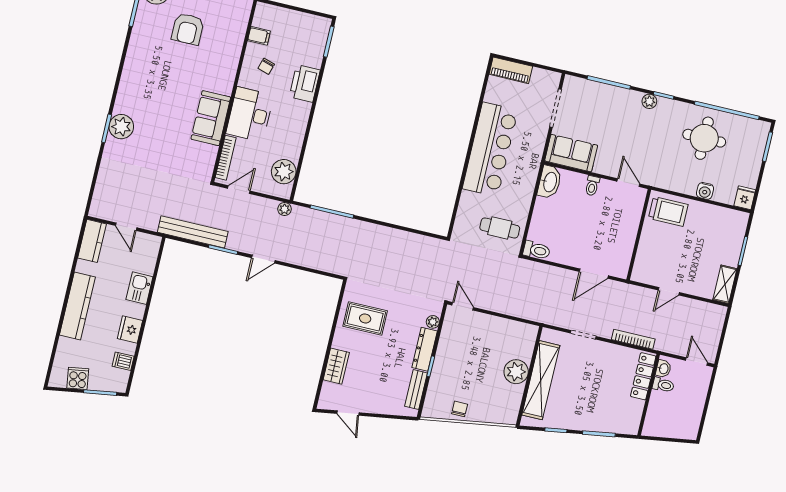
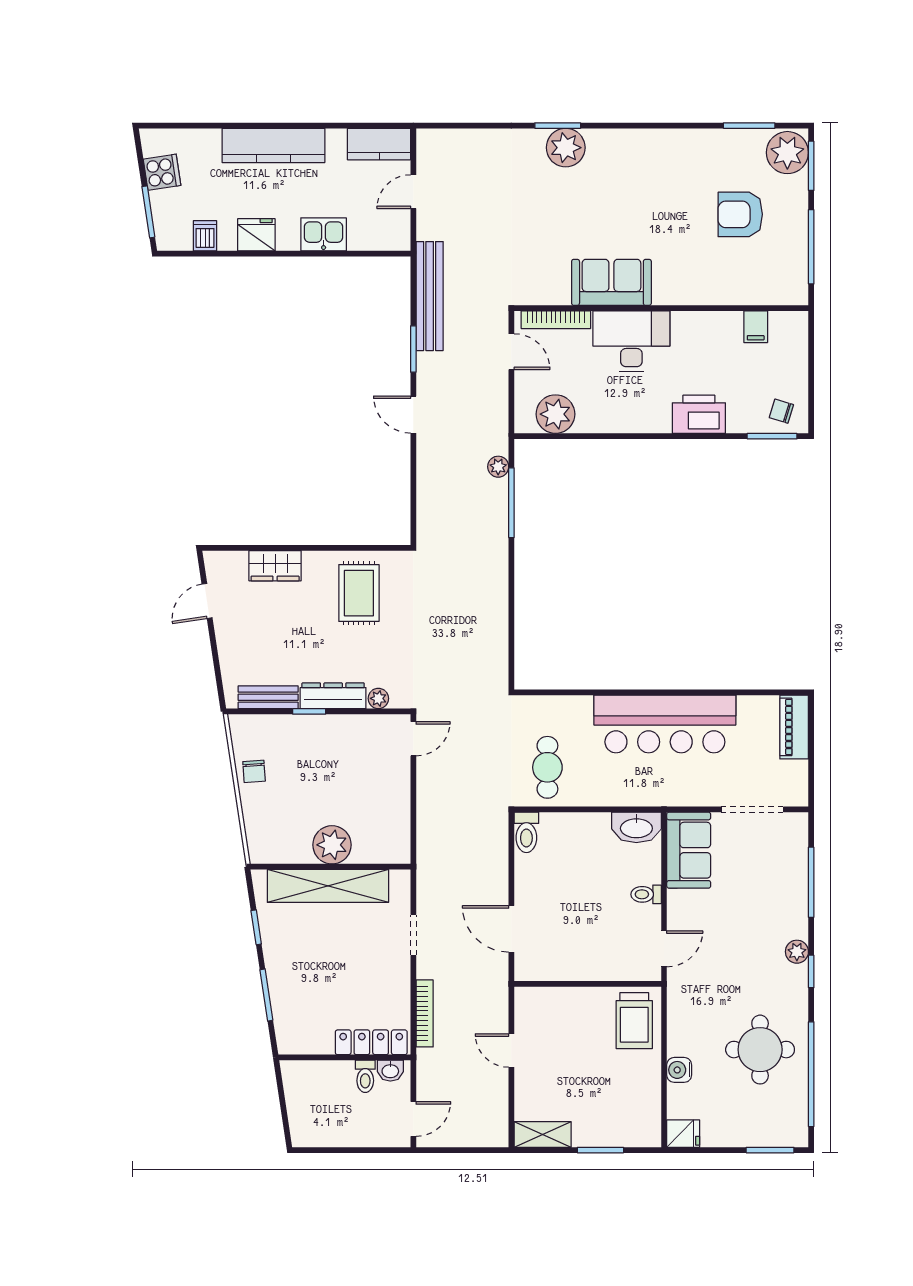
chair: (266, 66) -> (781, 411), moved
plant: (284, 209) -> (498, 467), moved
chair: (460, 409) -> (254, 771), turned 86

